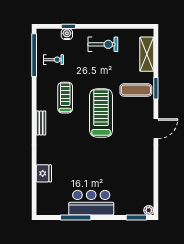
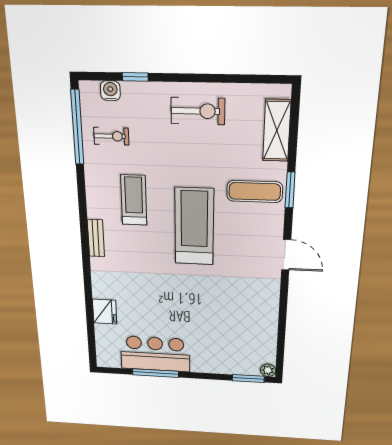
water cooler: (67, 34) -> (110, 91), moved
door: (156, 129) -> (286, 255), hinge flipped
bar counter: (91, 203) -> (155, 354), moved

